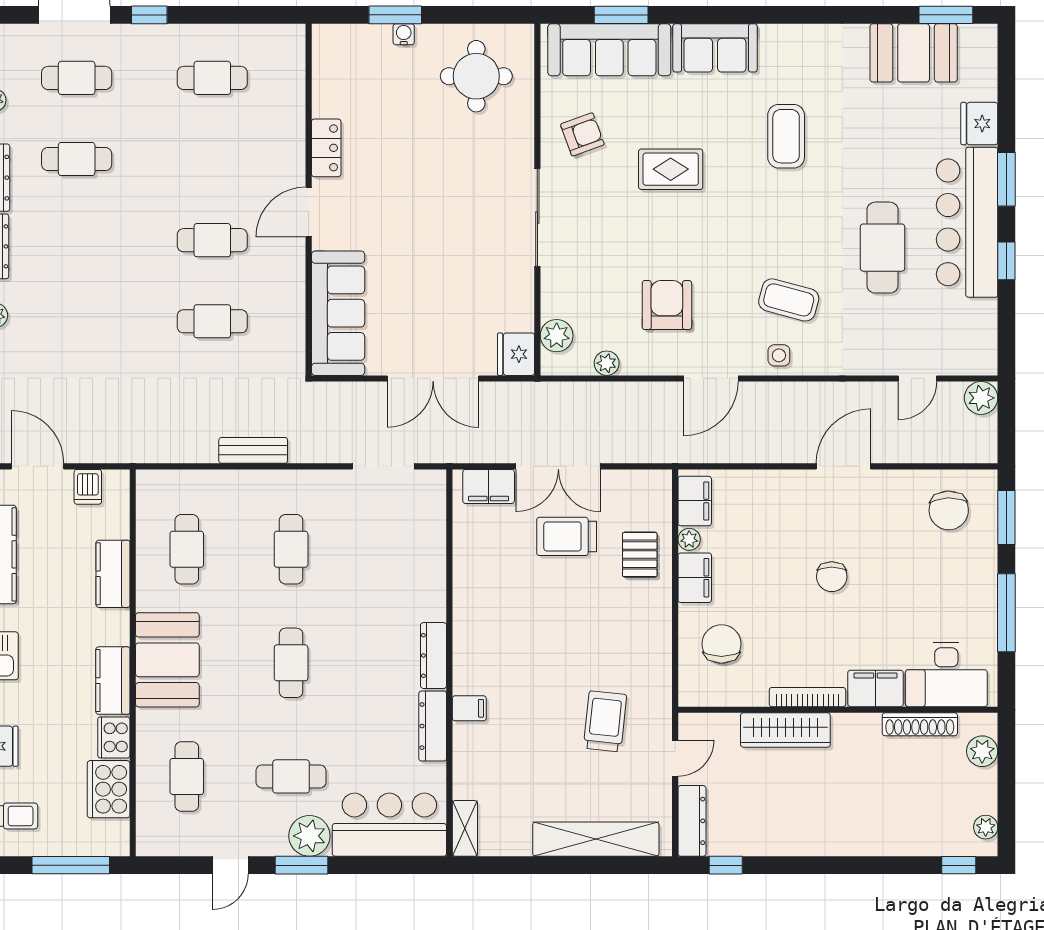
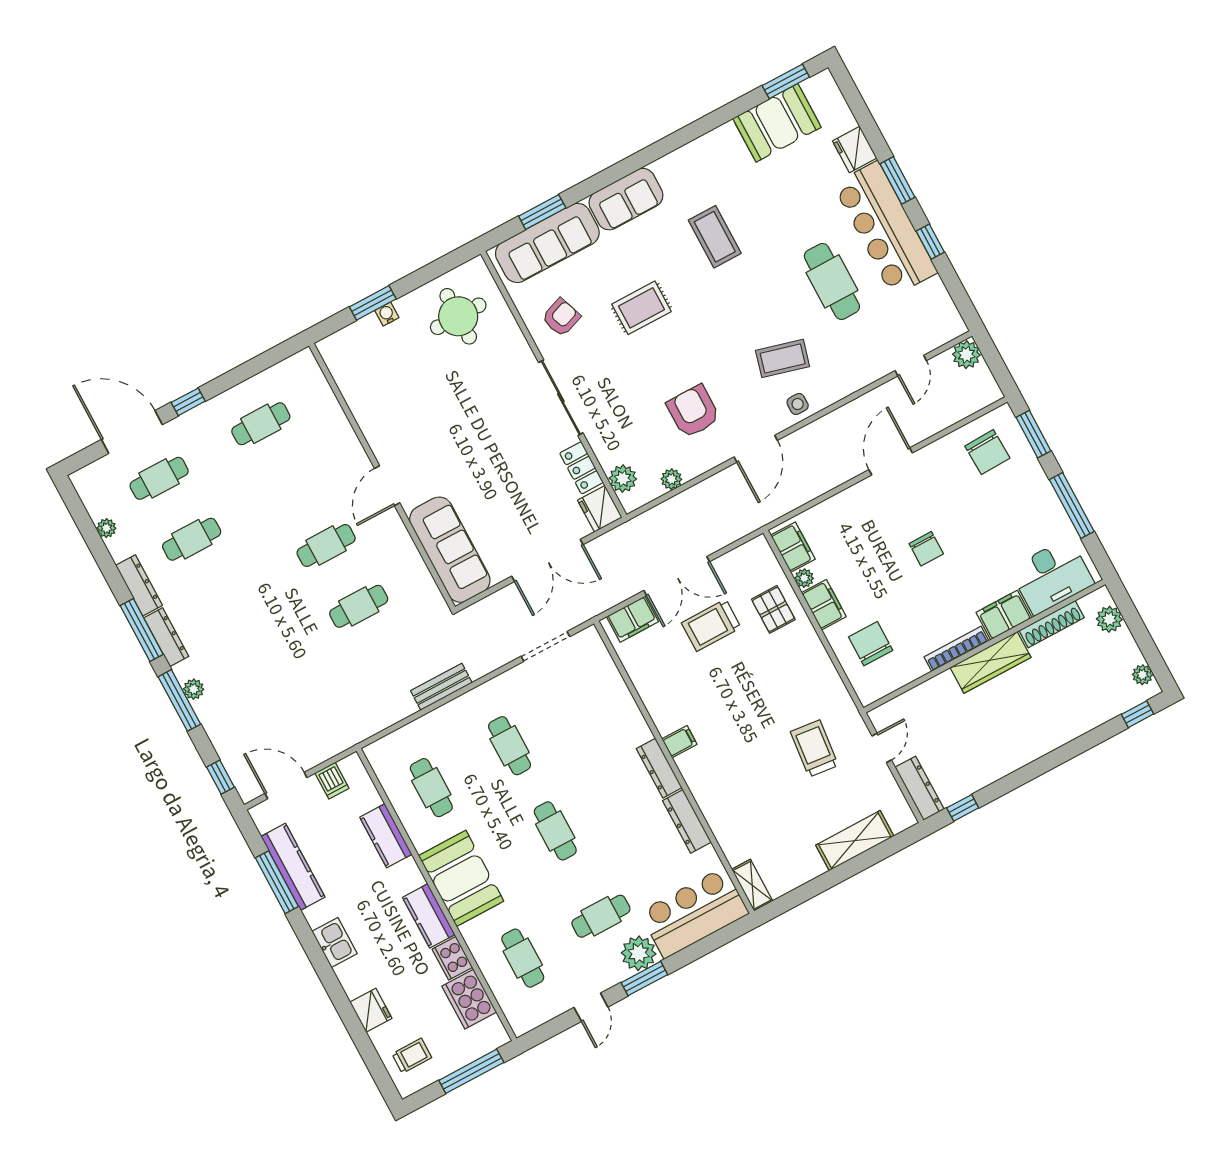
locker: (326, 148) -> (581, 468), moved, turned 180
filing cabinet: (469, 708) -> (679, 742), moved
wardrobe: (785, 730) -> (990, 662), moved
shelving: (596, 839) -> (855, 841), width x0.68

